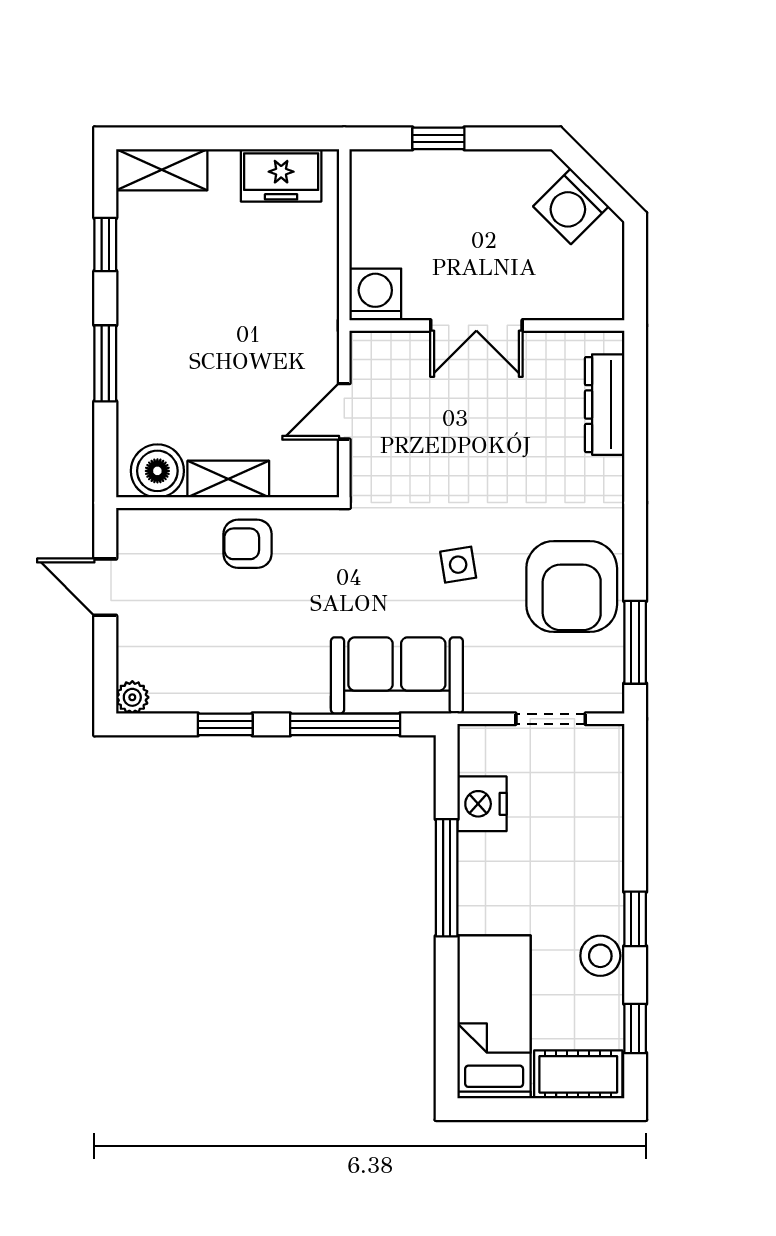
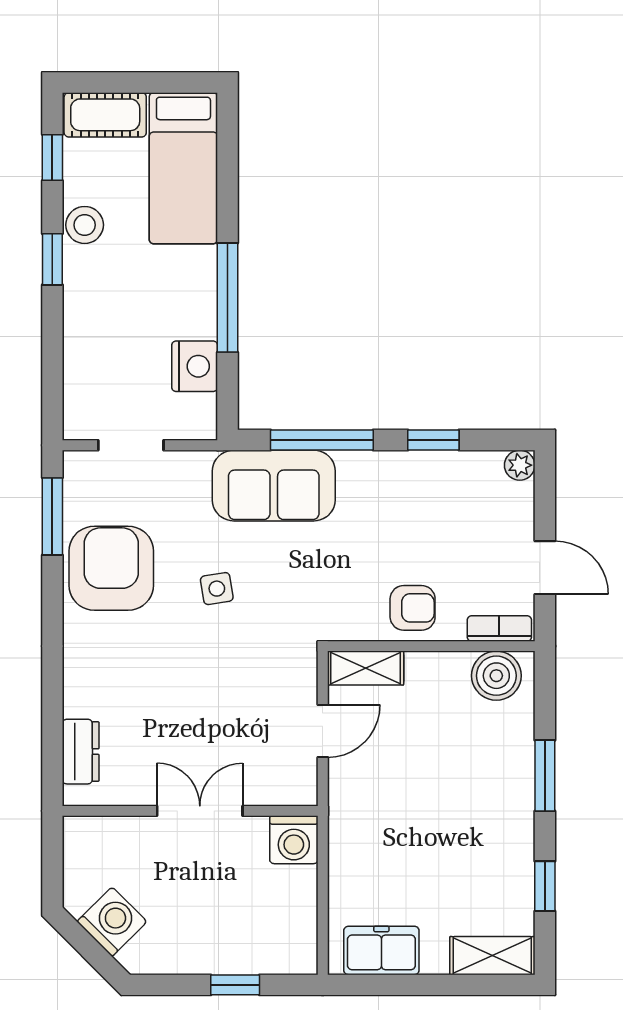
dresser: (605, 405) -> (81, 752), width x0.70
shelving: (228, 479) -> (366, 668), moved
bookcase: (154, 522) -> (499, 628), added

